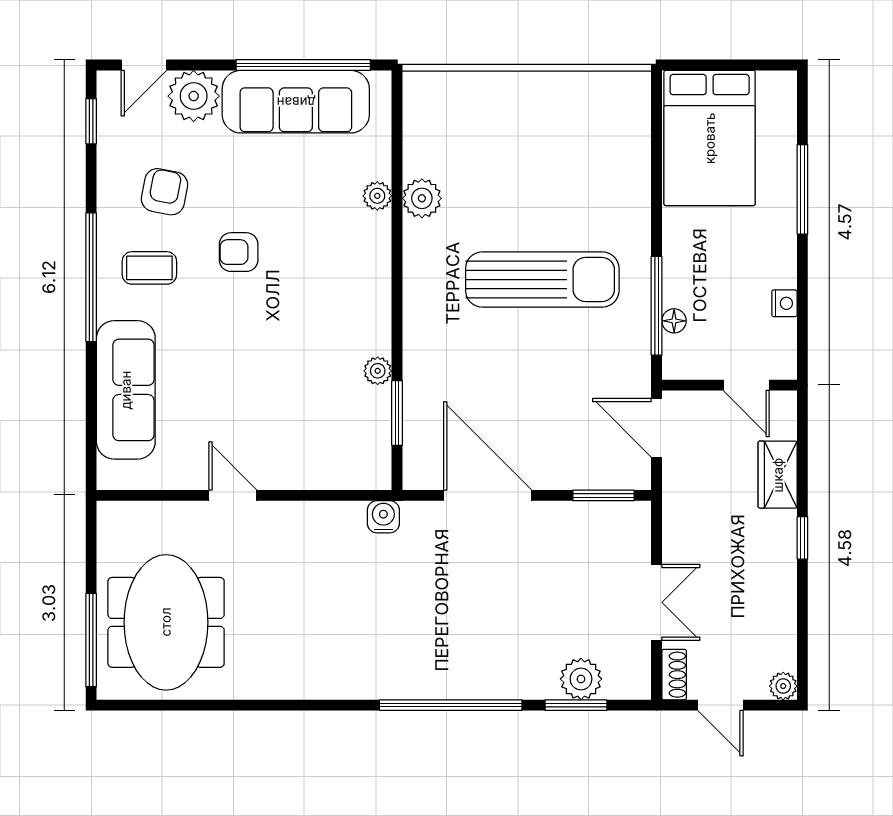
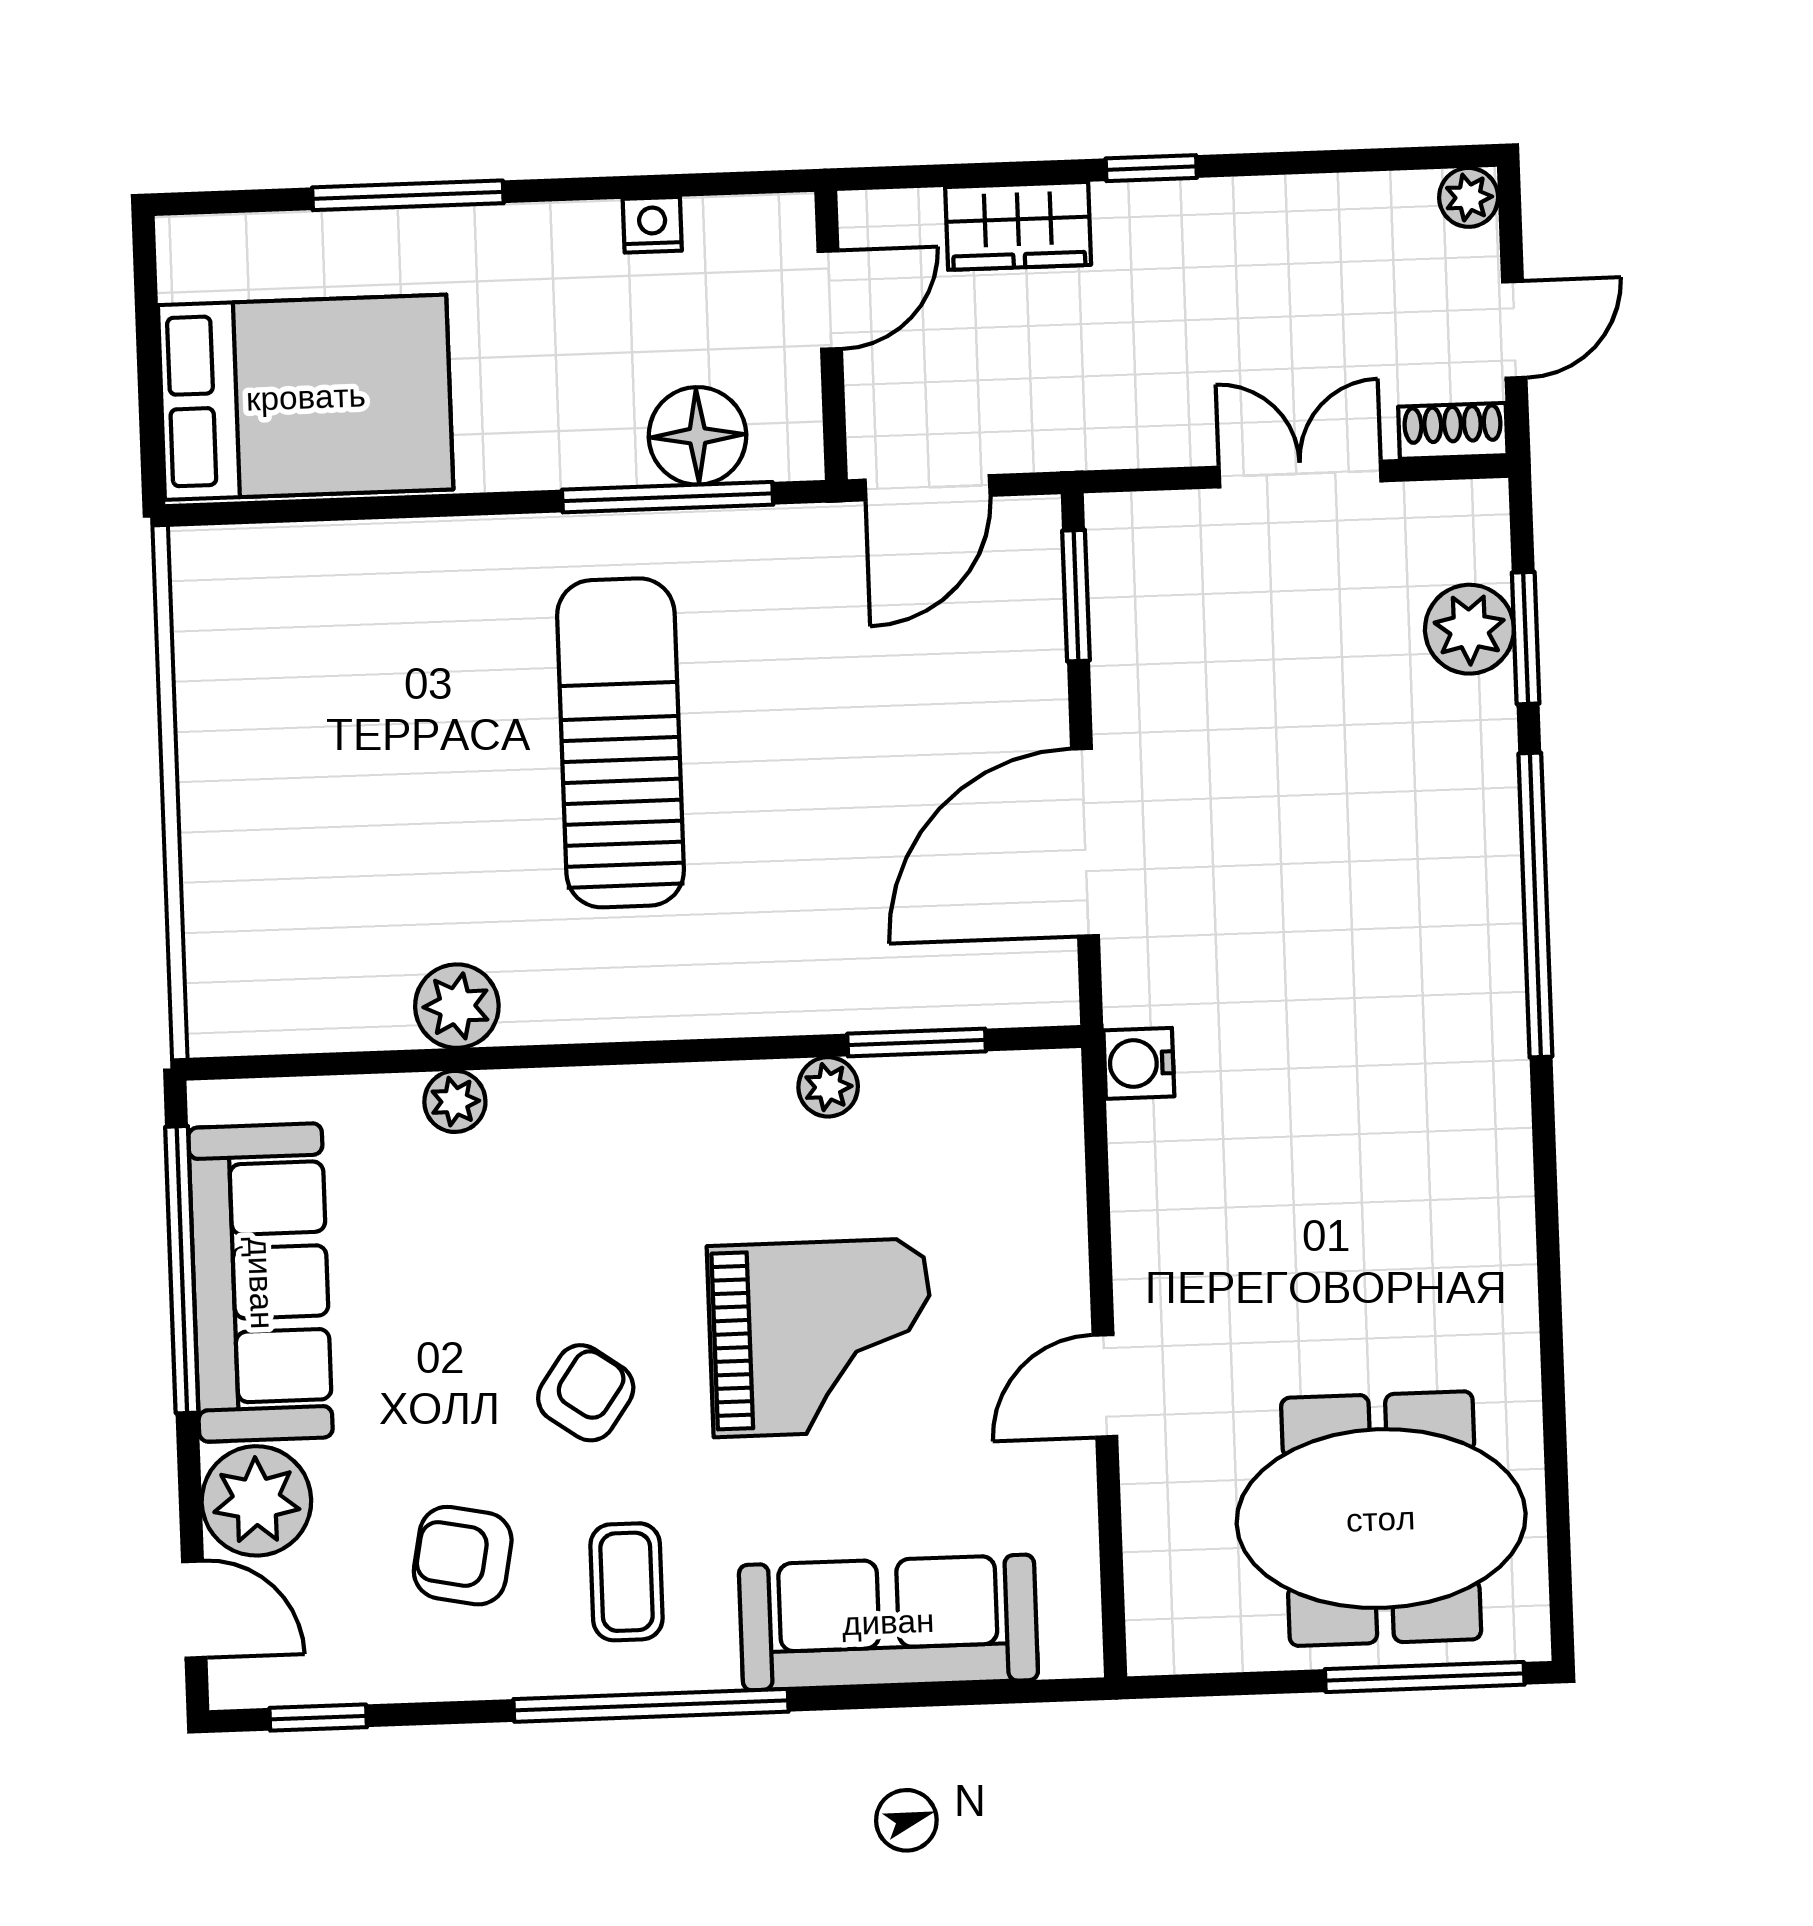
armchair: (239, 252) -> (586, 1393), turned -145
floor lamp: (674, 321) -> (698, 436), width x1.89, depth x1.89
grand piano: (260, 363) -> (821, 1338), added

